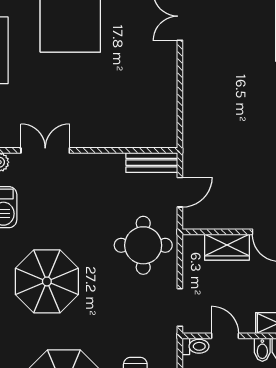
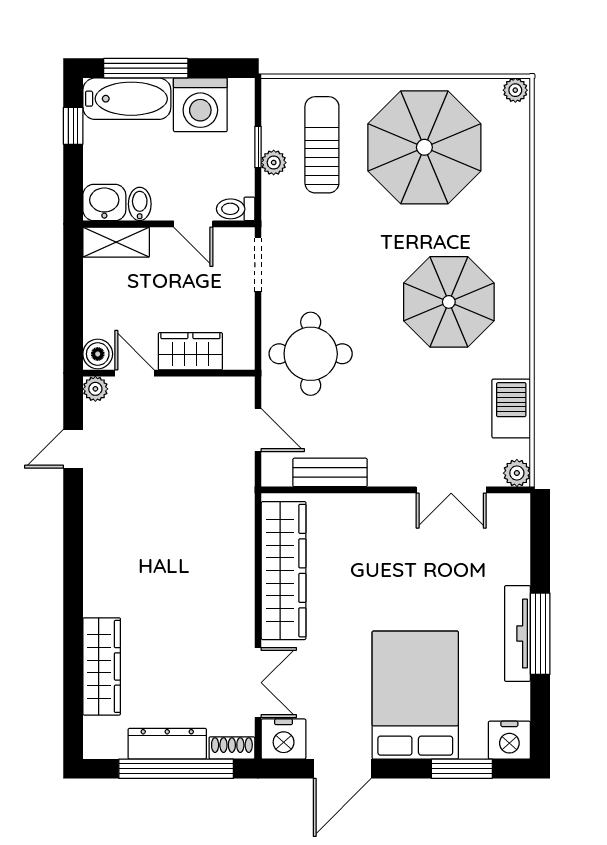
wardrobe: (162, 94) -> (284, 571), added
bench: (152, 163) -> (330, 472), moved
door: (180, 192) -> (258, 430), swing flipped

